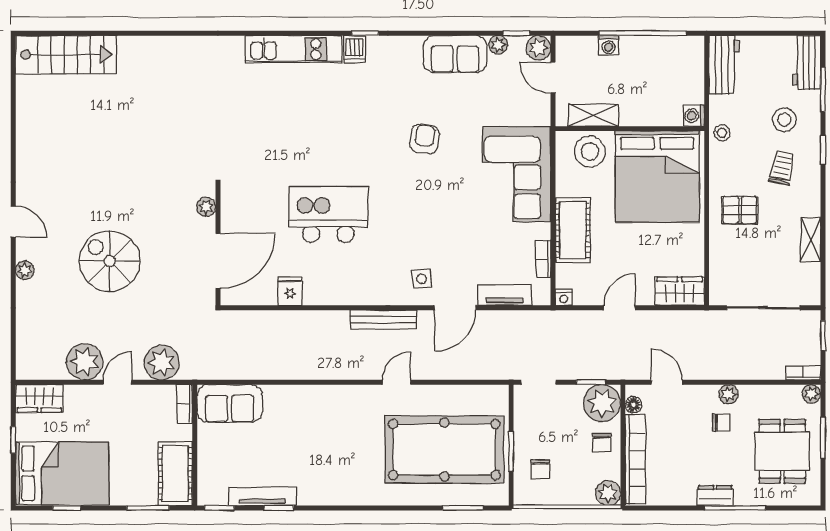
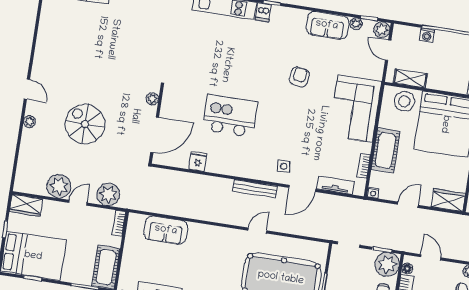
sofa: (230, 403) -> (166, 230), moved

